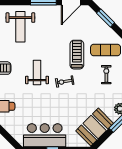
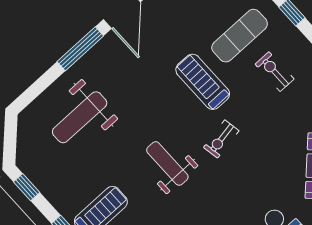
weight bench: (20, 27) -> (80, 117), turned 90

